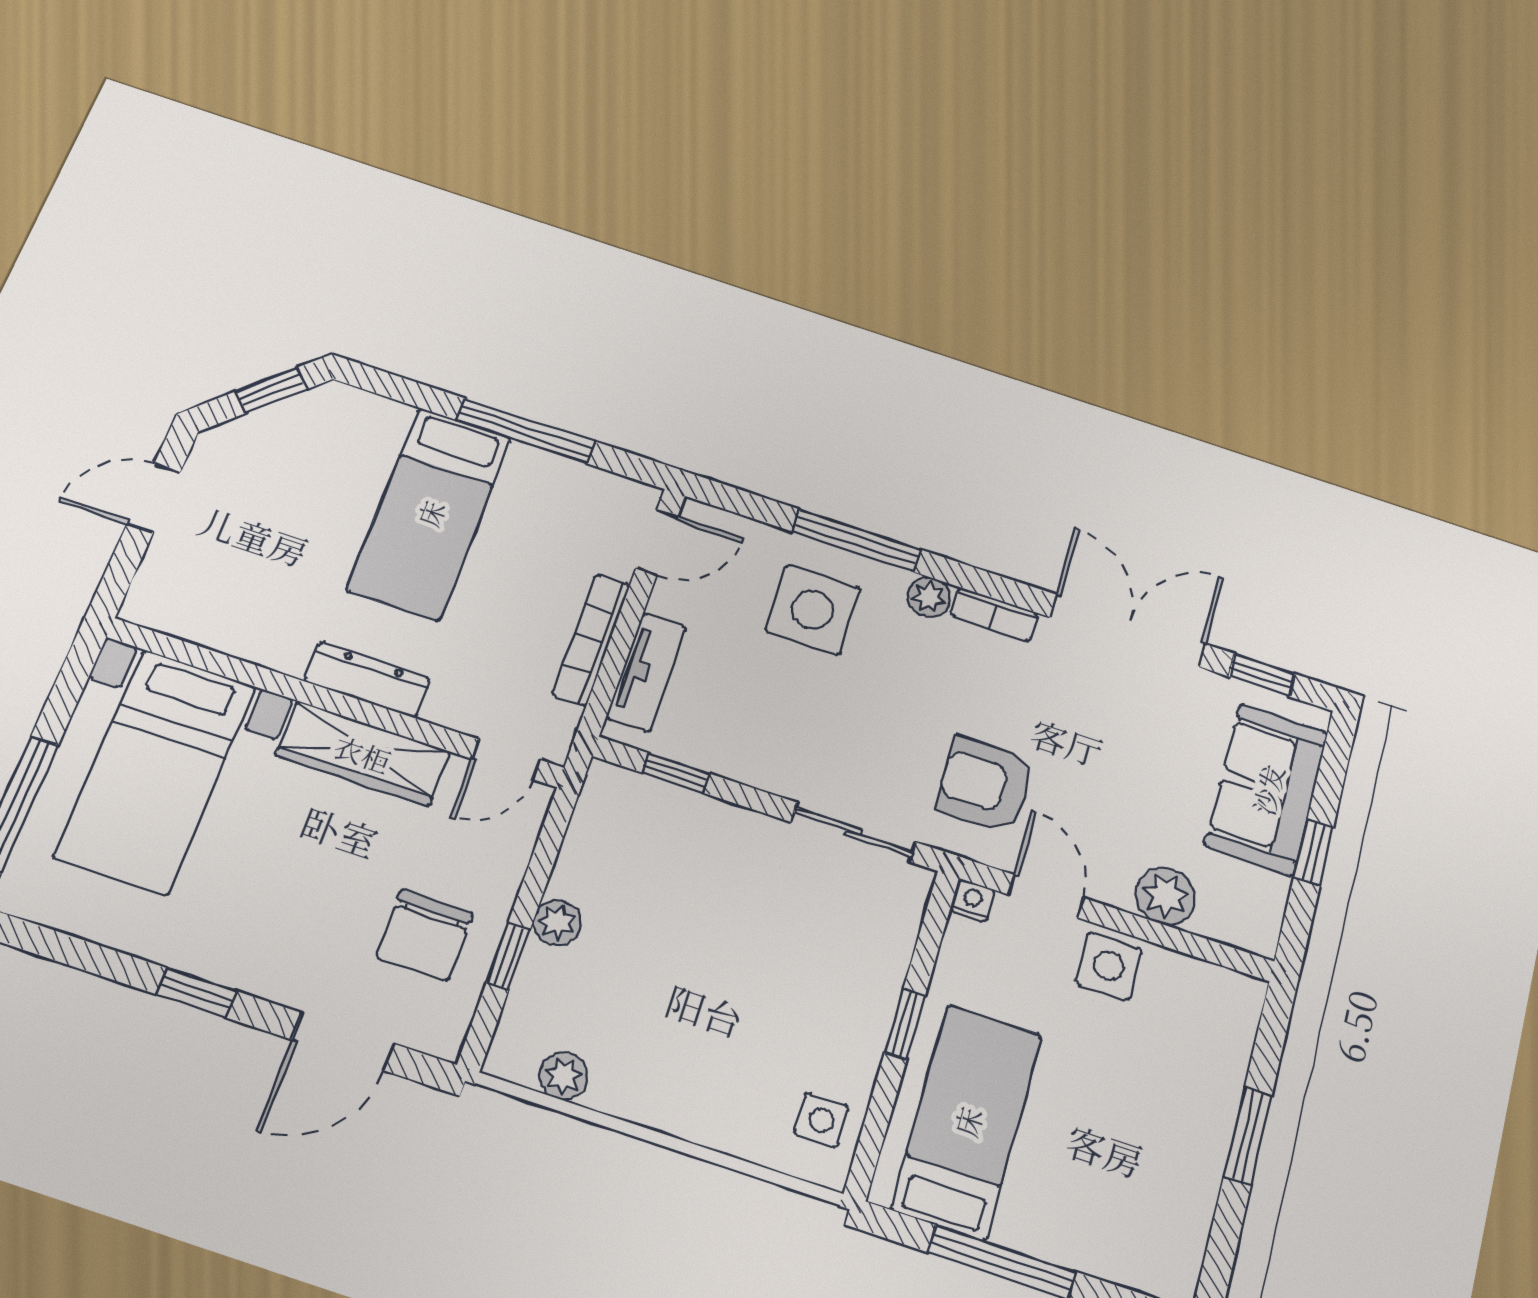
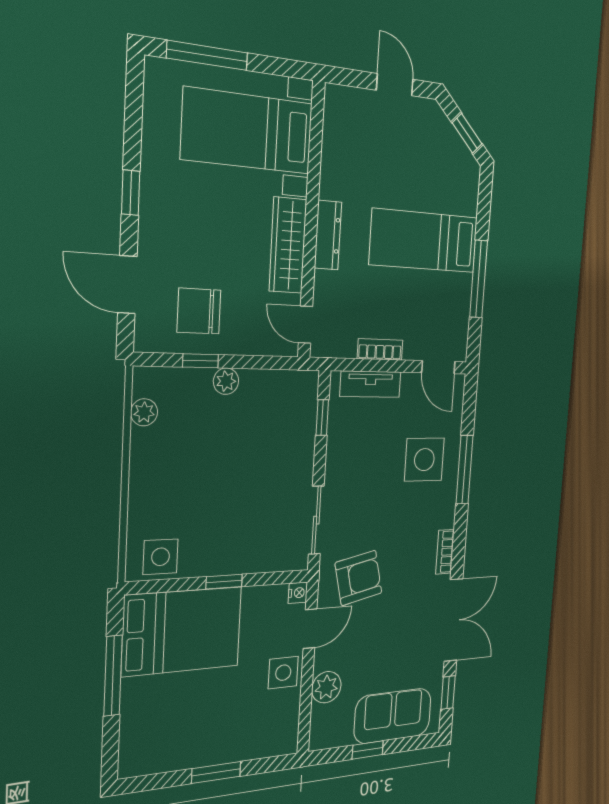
plant: (929, 597) -> (445, 516), removed
bookcase: (591, 639) -> (380, 349), width x0.64
armchair: (985, 785) -> (359, 578), turned 77
side table: (821, 1120) -> (161, 557), width x1.37, depth x1.37
bed: (967, 1121) -> (182, 631), width x1.50

